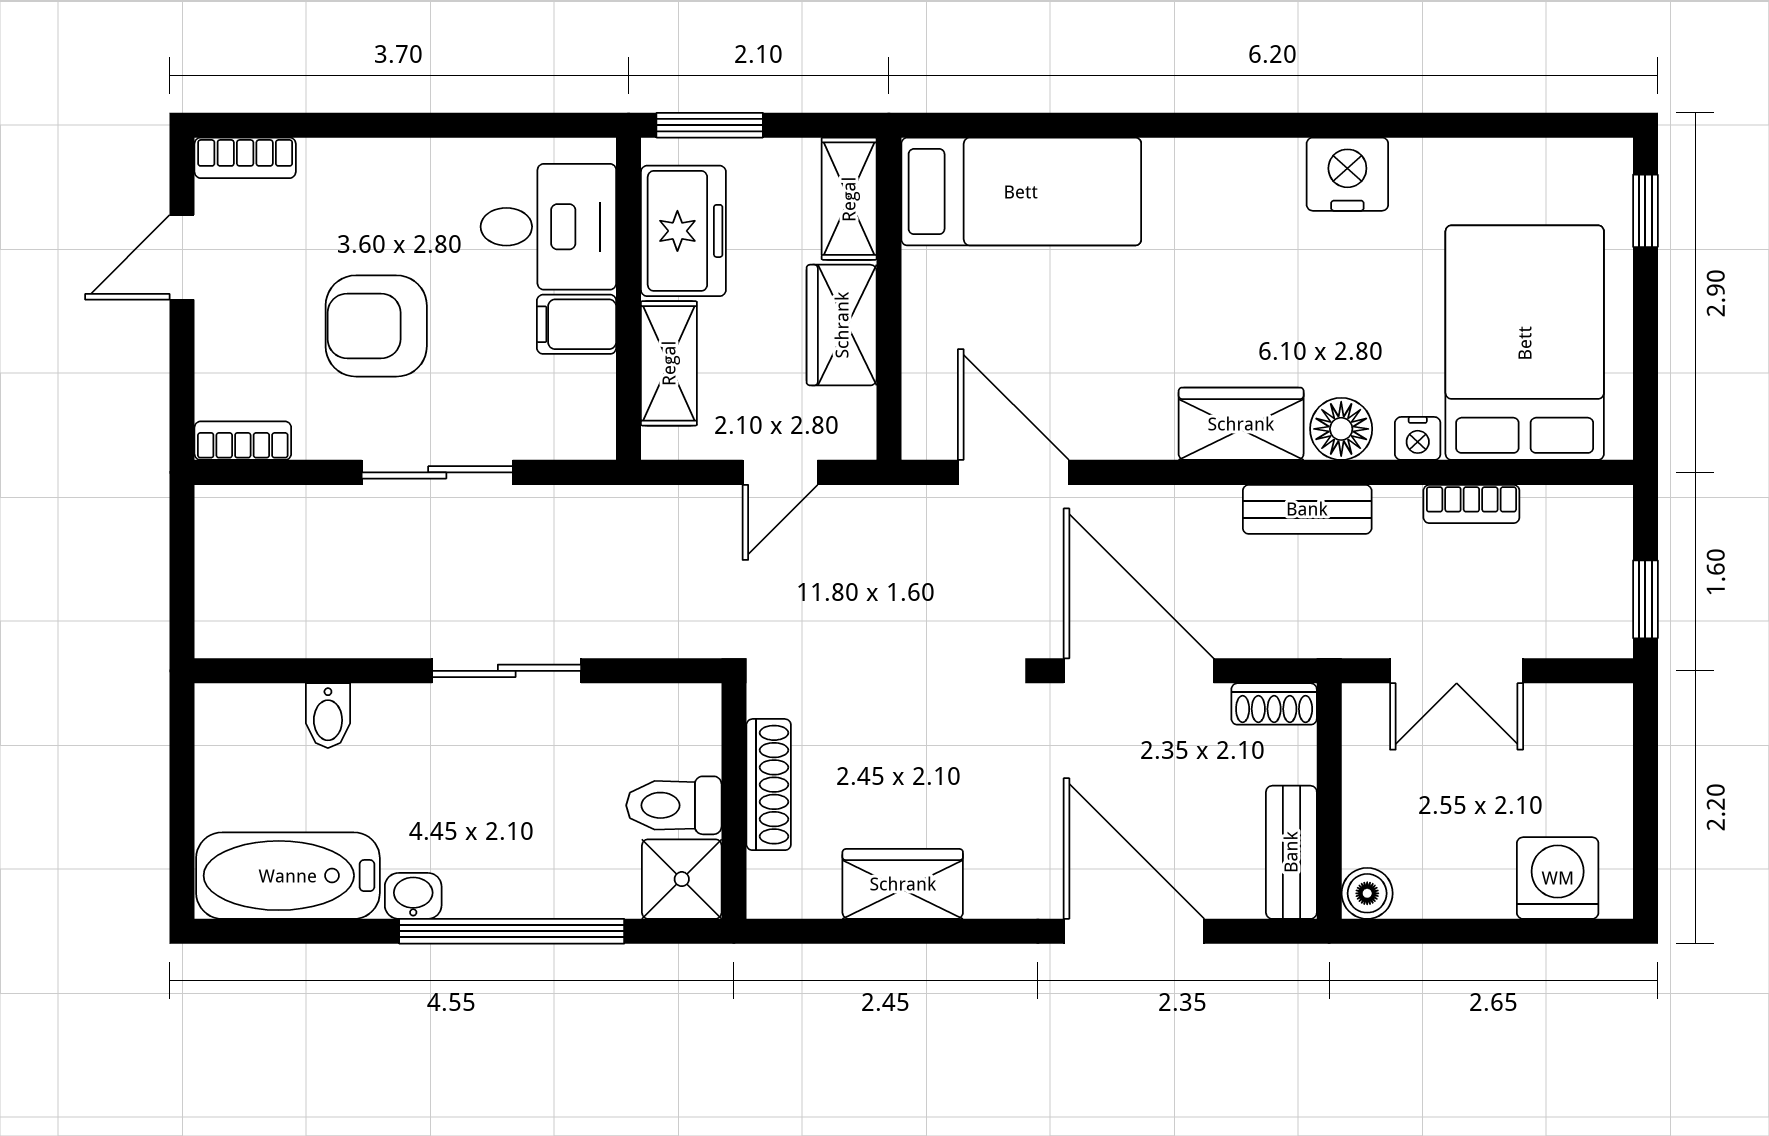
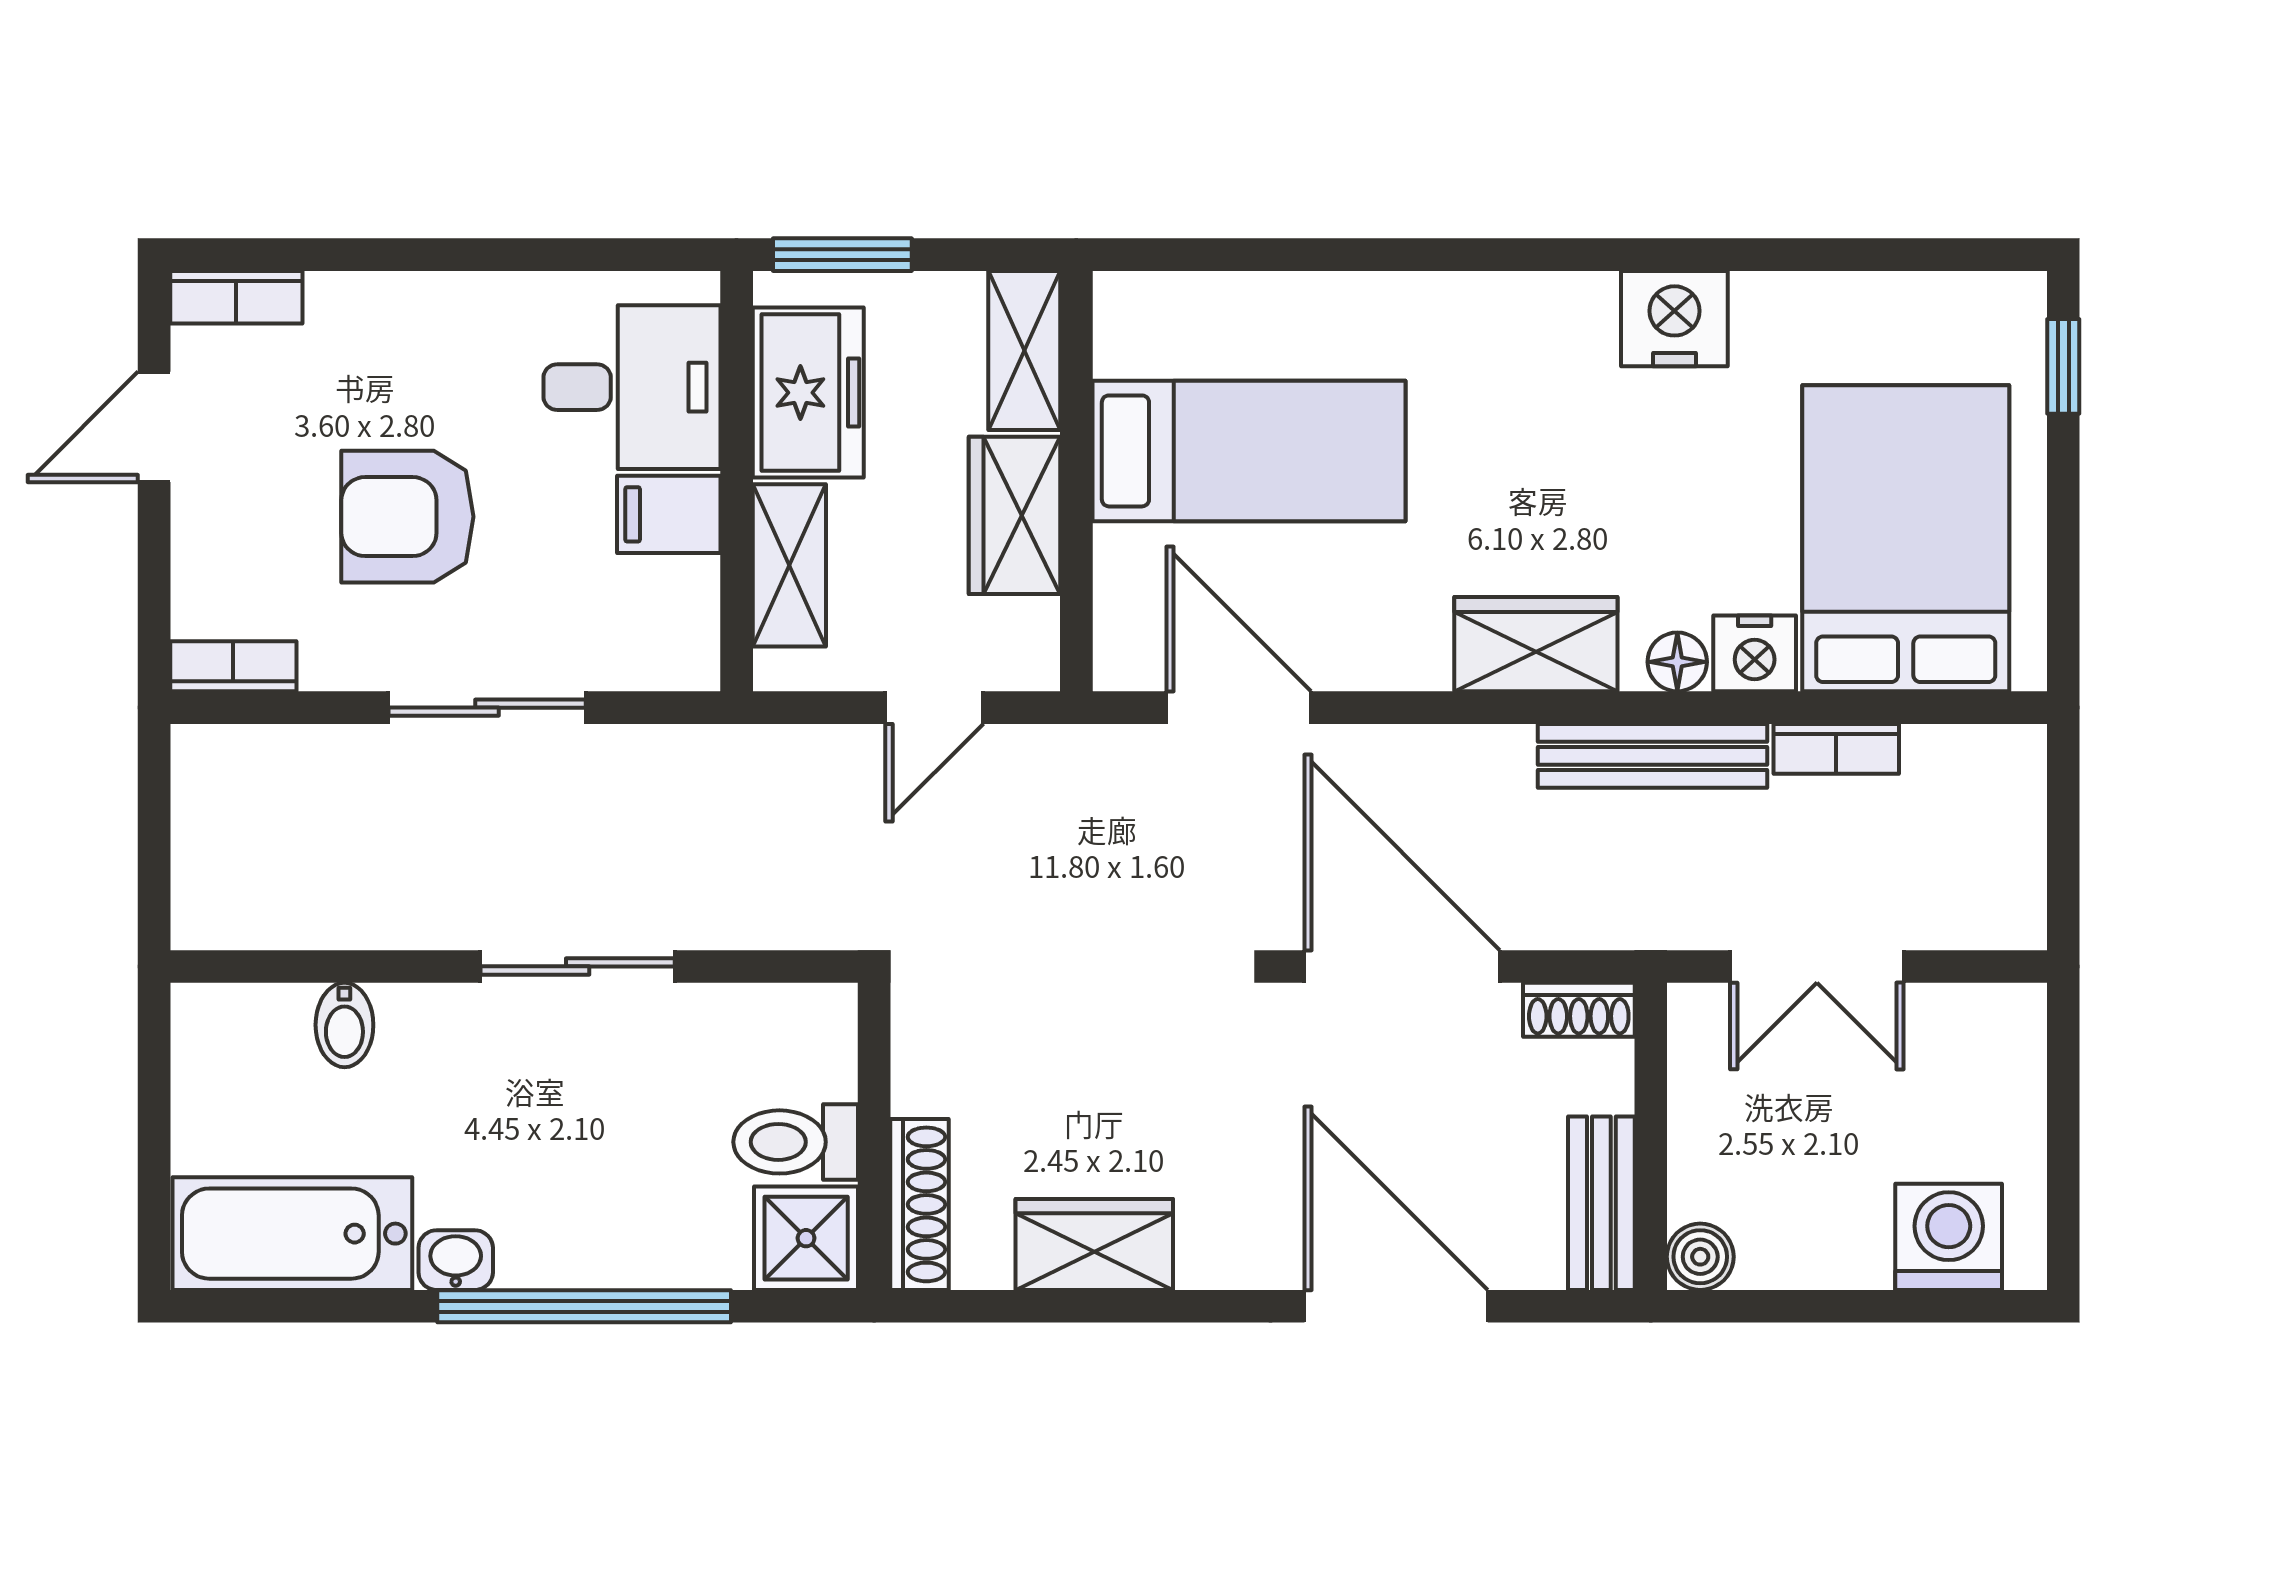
bed: (1021, 192) -> (1249, 451), moved
floor lamp: (1341, 429) -> (1677, 662), width x0.73, depth x0.73
nightstand: (1418, 438) -> (1755, 653), width x1.39, depth x1.35
bench: (1307, 509) -> (1653, 756), width x1.36
window: (1645, 599) -> (2063, 873), removed
shoe rack: (769, 785) -> (919, 1204), moved

